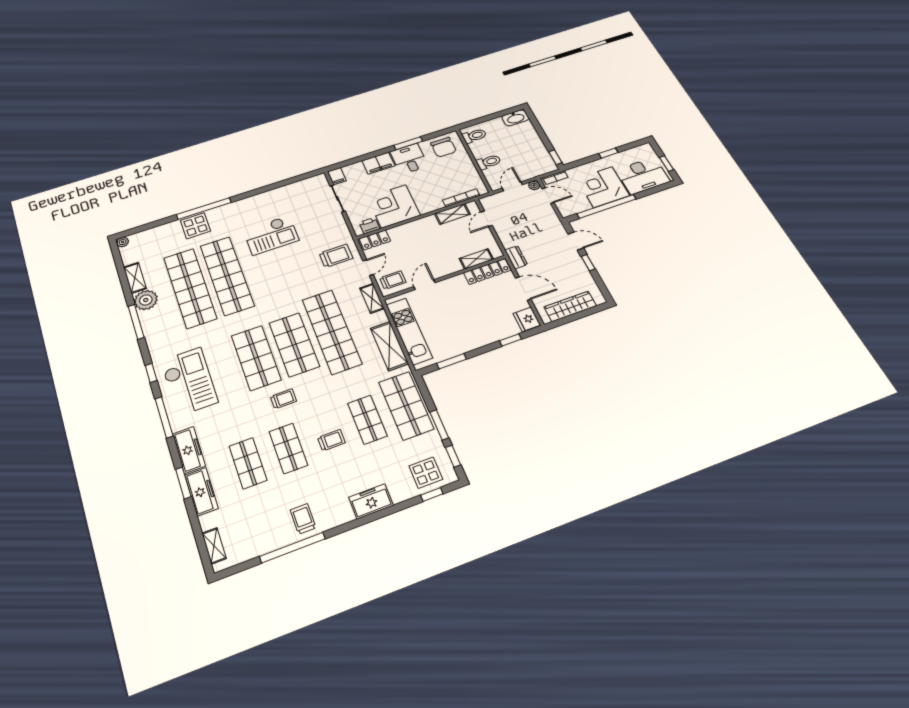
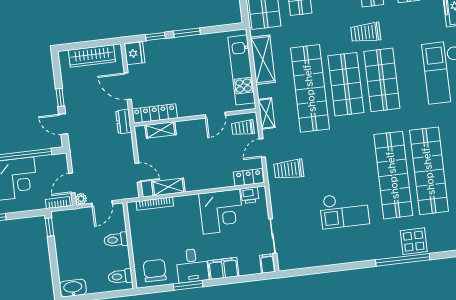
door: (548, 196) -> (72, 183), hinge flipped
door: (486, 219) -> (138, 173), hinge flipped
checkout: (271, 235) -> (344, 210), turned 180
window: (452, 361) -> (187, 33), moved
trolley: (283, 399) -> (366, 33), width x1.36, depth x1.39

